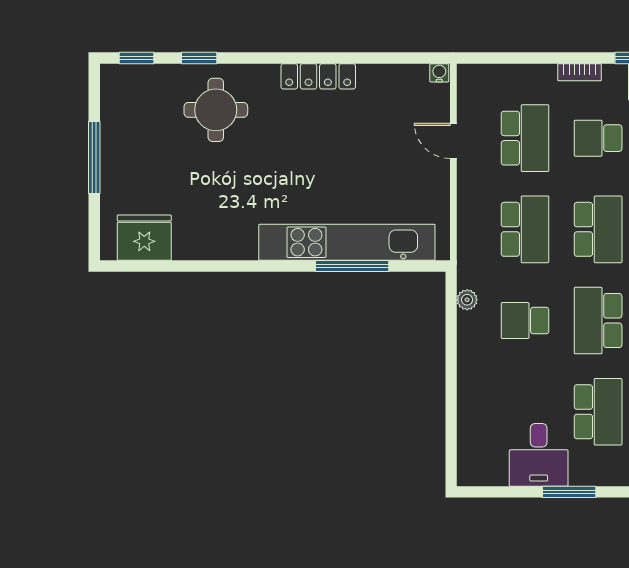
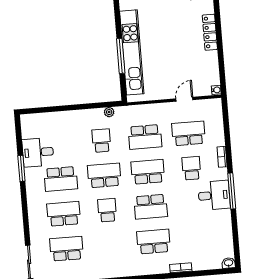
school desk: (525, 138) -> (188, 133), turned 180
school desk: (598, 229) -> (148, 172), turned 180

